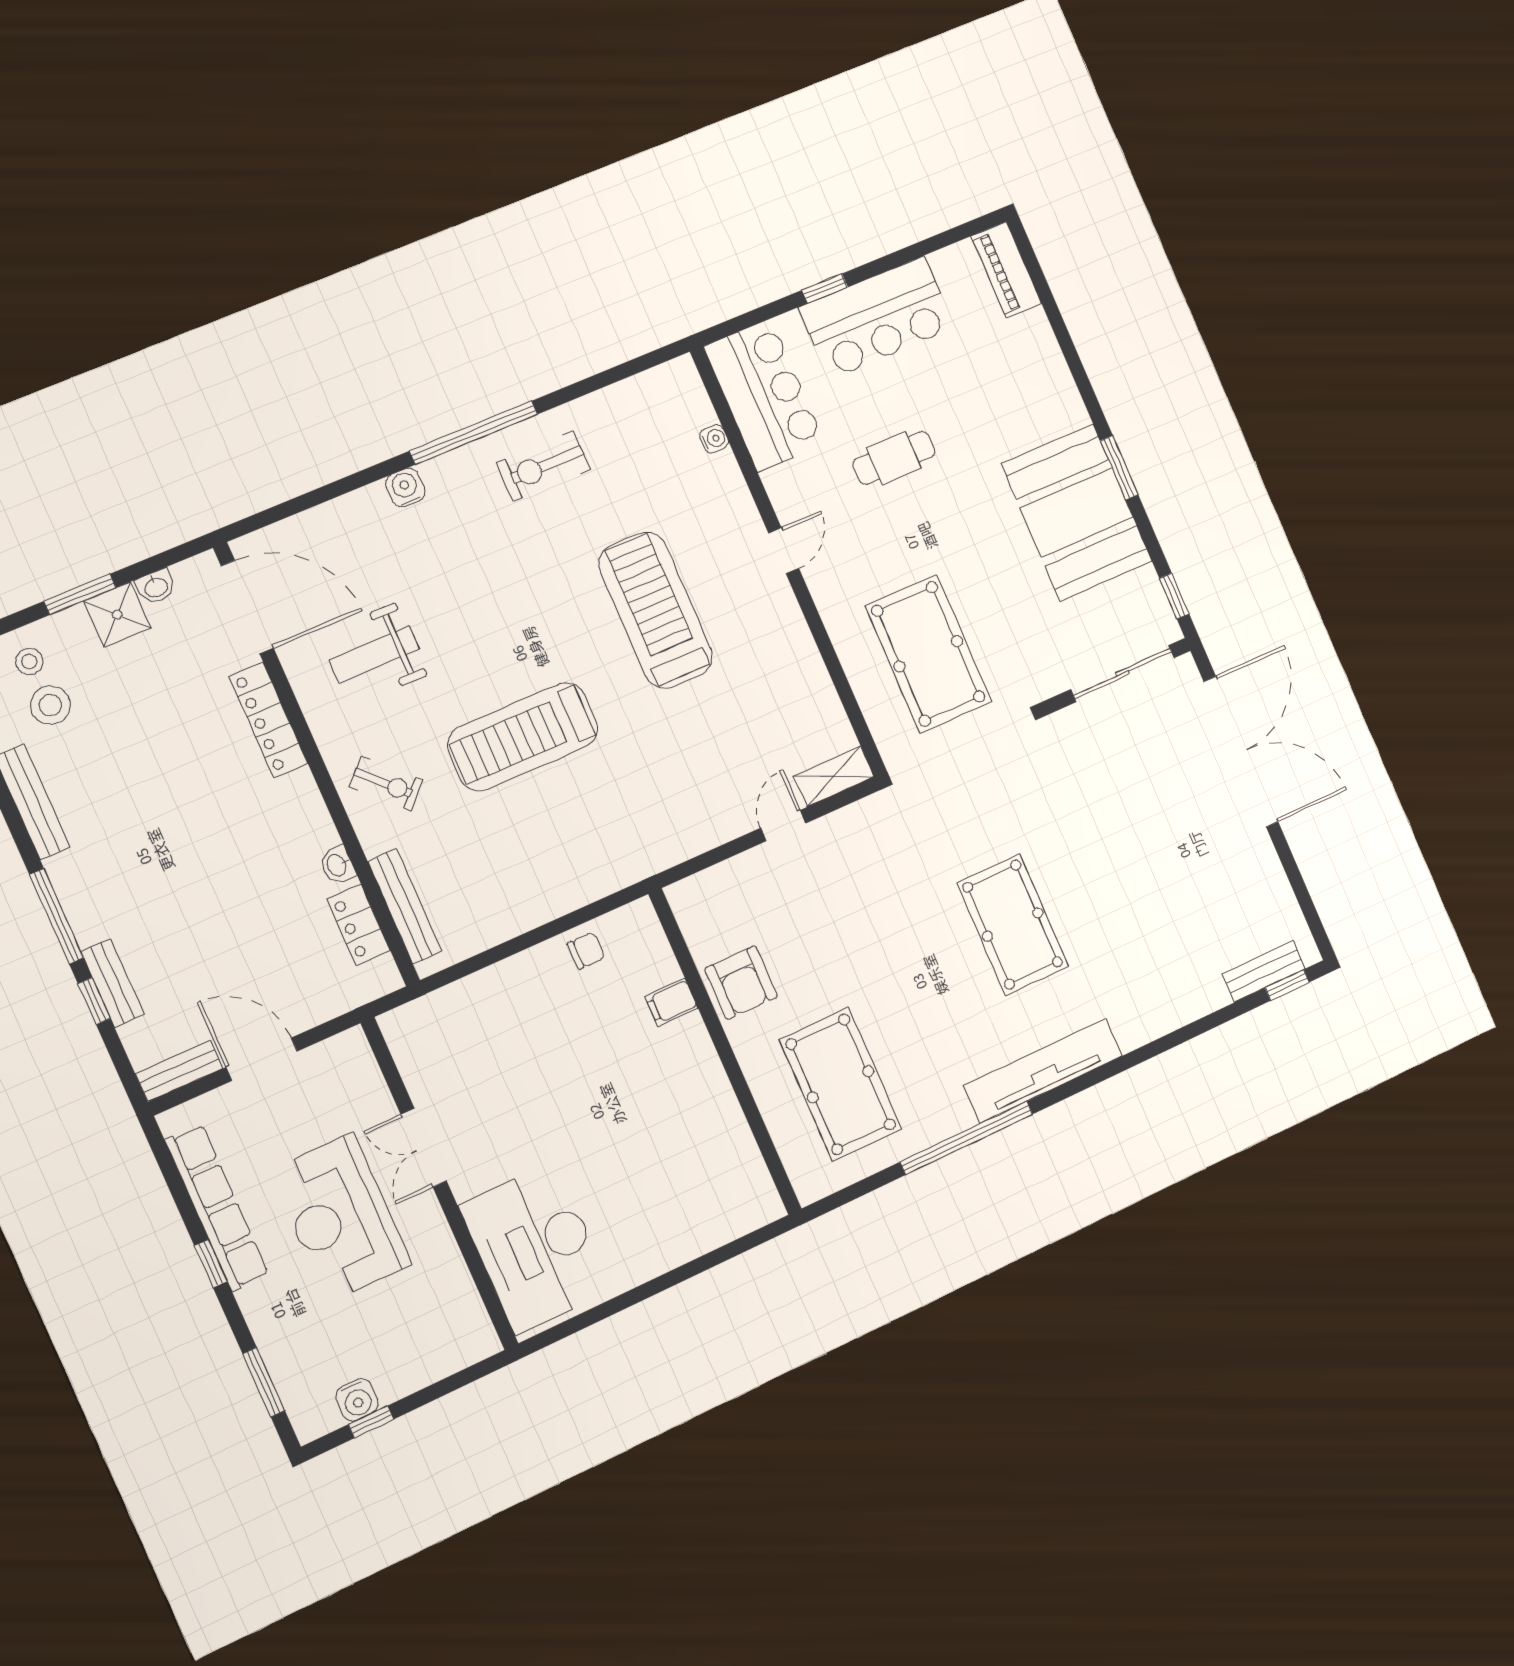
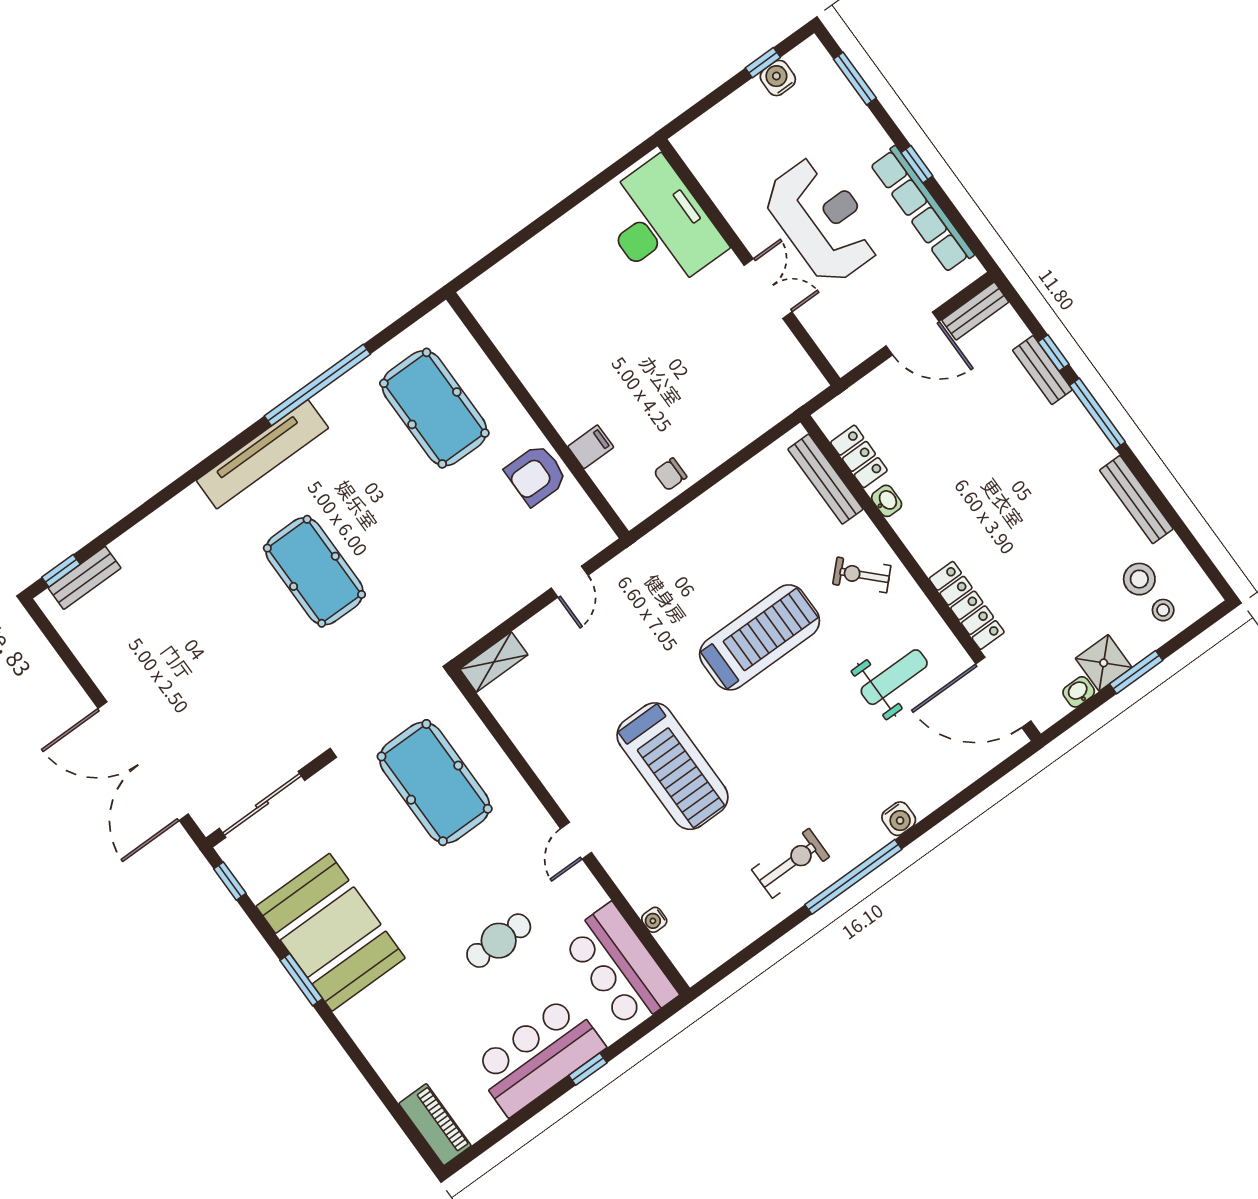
door: (783, 826) -> (570, 582), moved
armchair: (741, 983) -> (536, 475), turned -90

